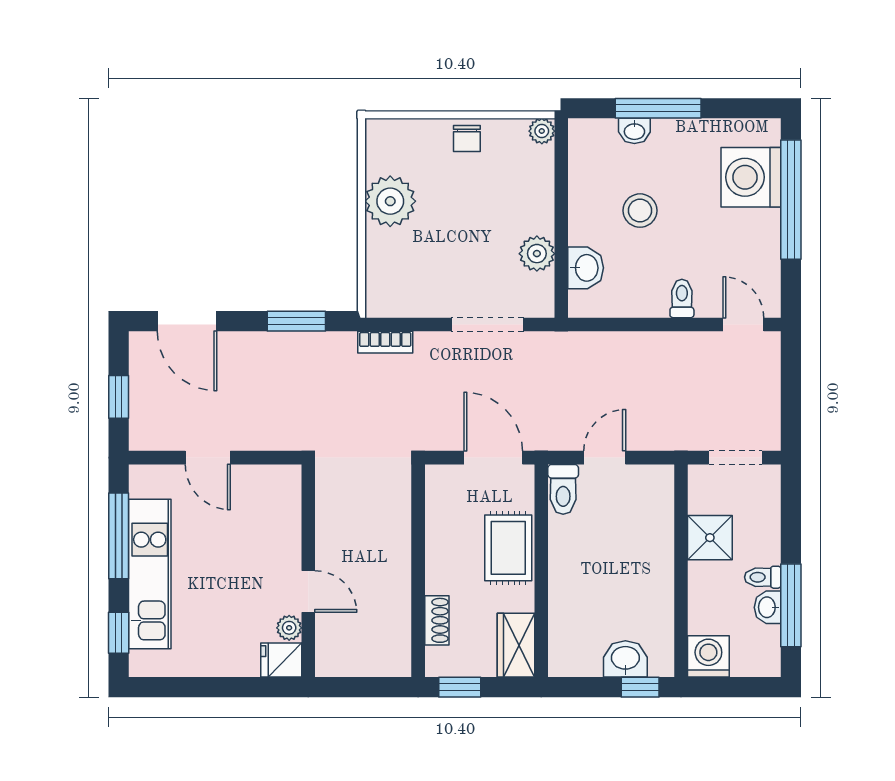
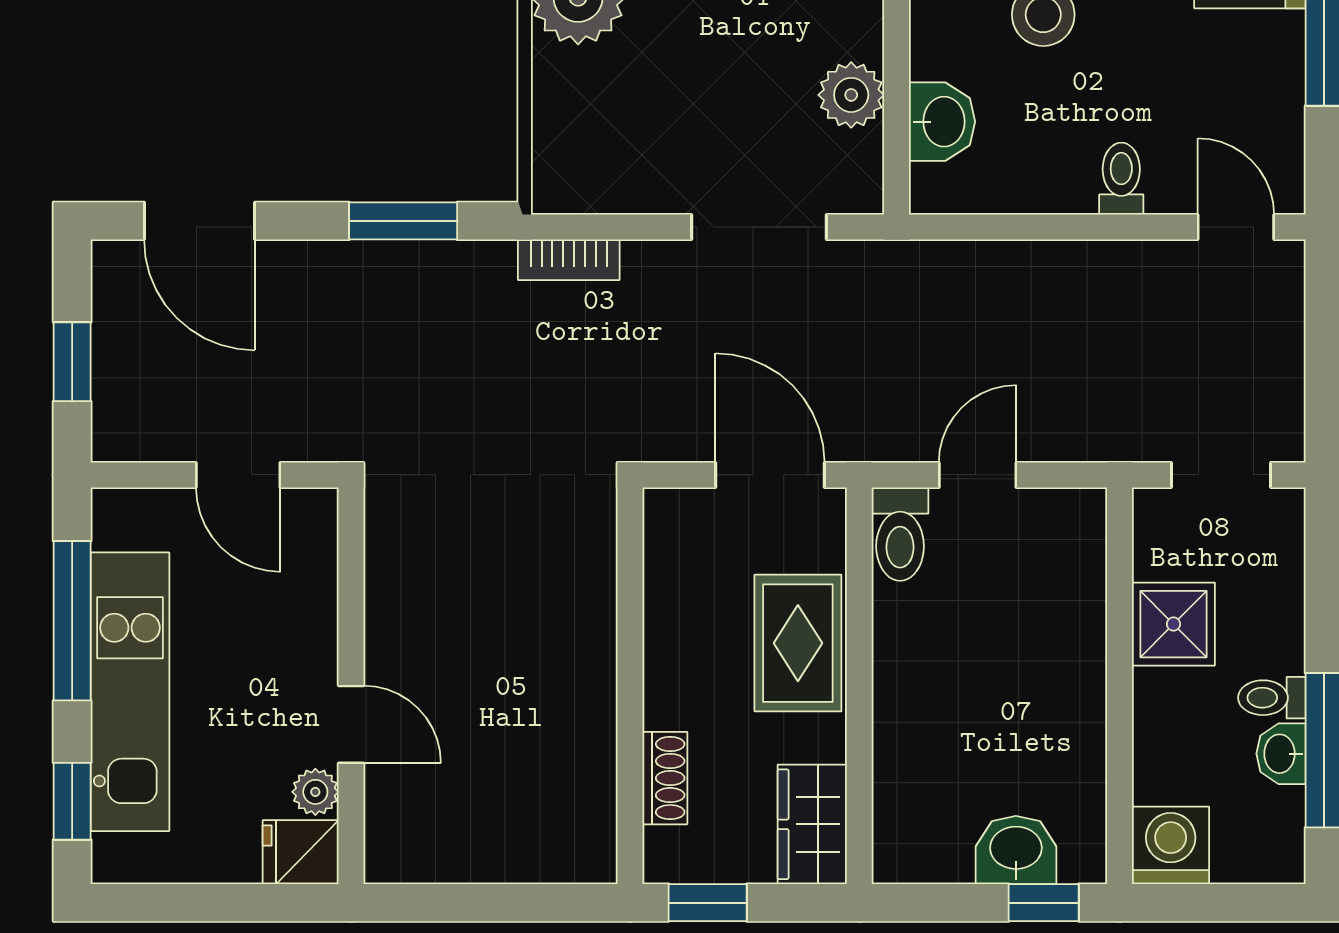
wall: (308, 571) -> (351, 686), moved
door: (308, 591) -> (351, 724), moved
plant: (289, 628) -> (315, 792), moved
fridge: (281, 660) -> (301, 852), moved

